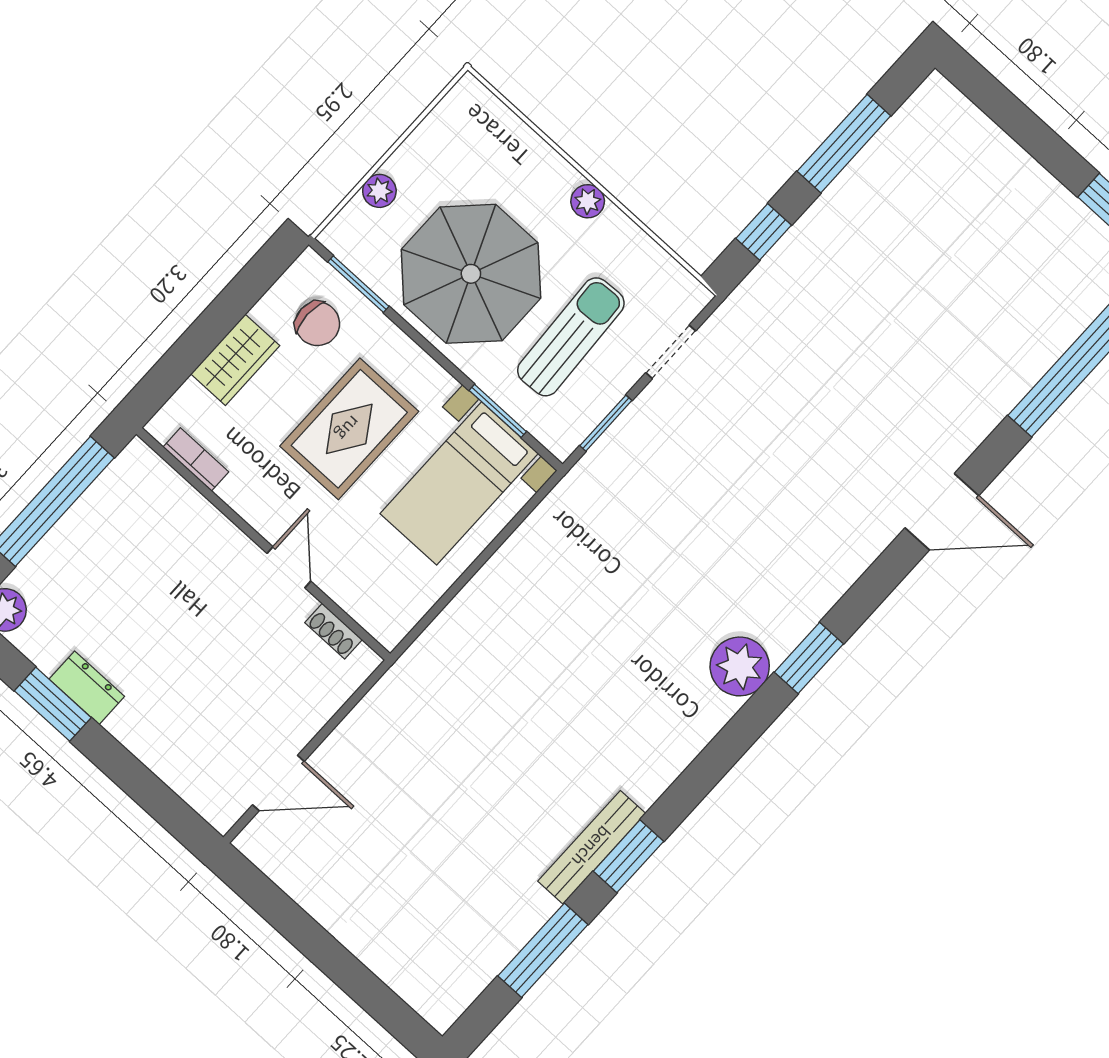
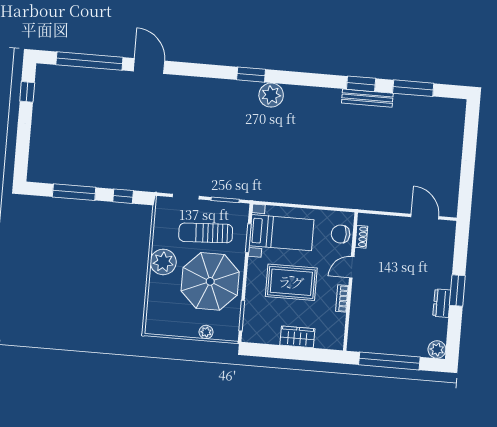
plant: (588, 201) -> (163, 262), width x1.87, depth x1.87
chair: (317, 324) -> (341, 234), moved, turned -90
bookcase: (196, 459) -> (342, 298), moved
door: (942, 512) -> (149, 66), moved
window: (53, 704) -> (457, 291), moved

